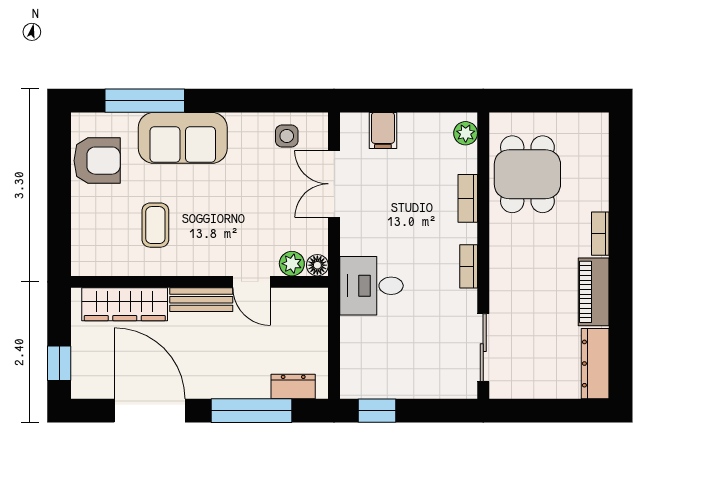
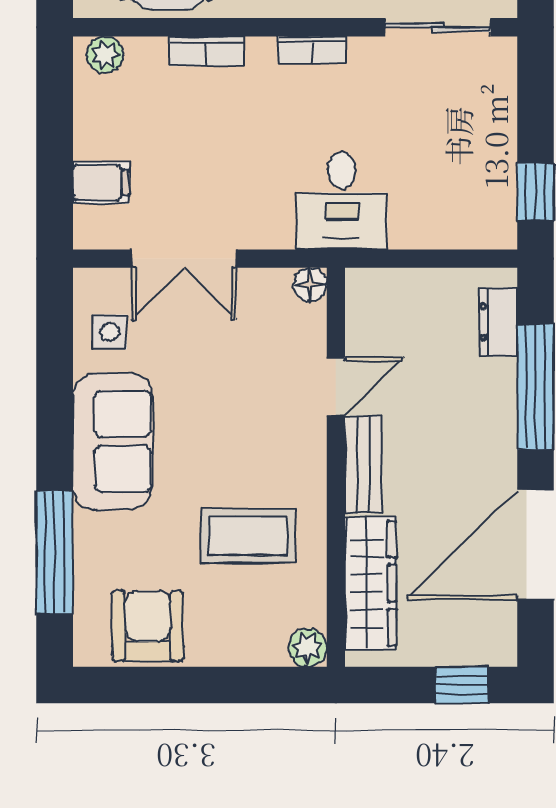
sofa: (183, 138) -> (112, 441), moved
coffee table: (155, 225) -> (248, 536), width x1.36, depth x1.30
plant: (292, 264) -> (308, 648), moved

